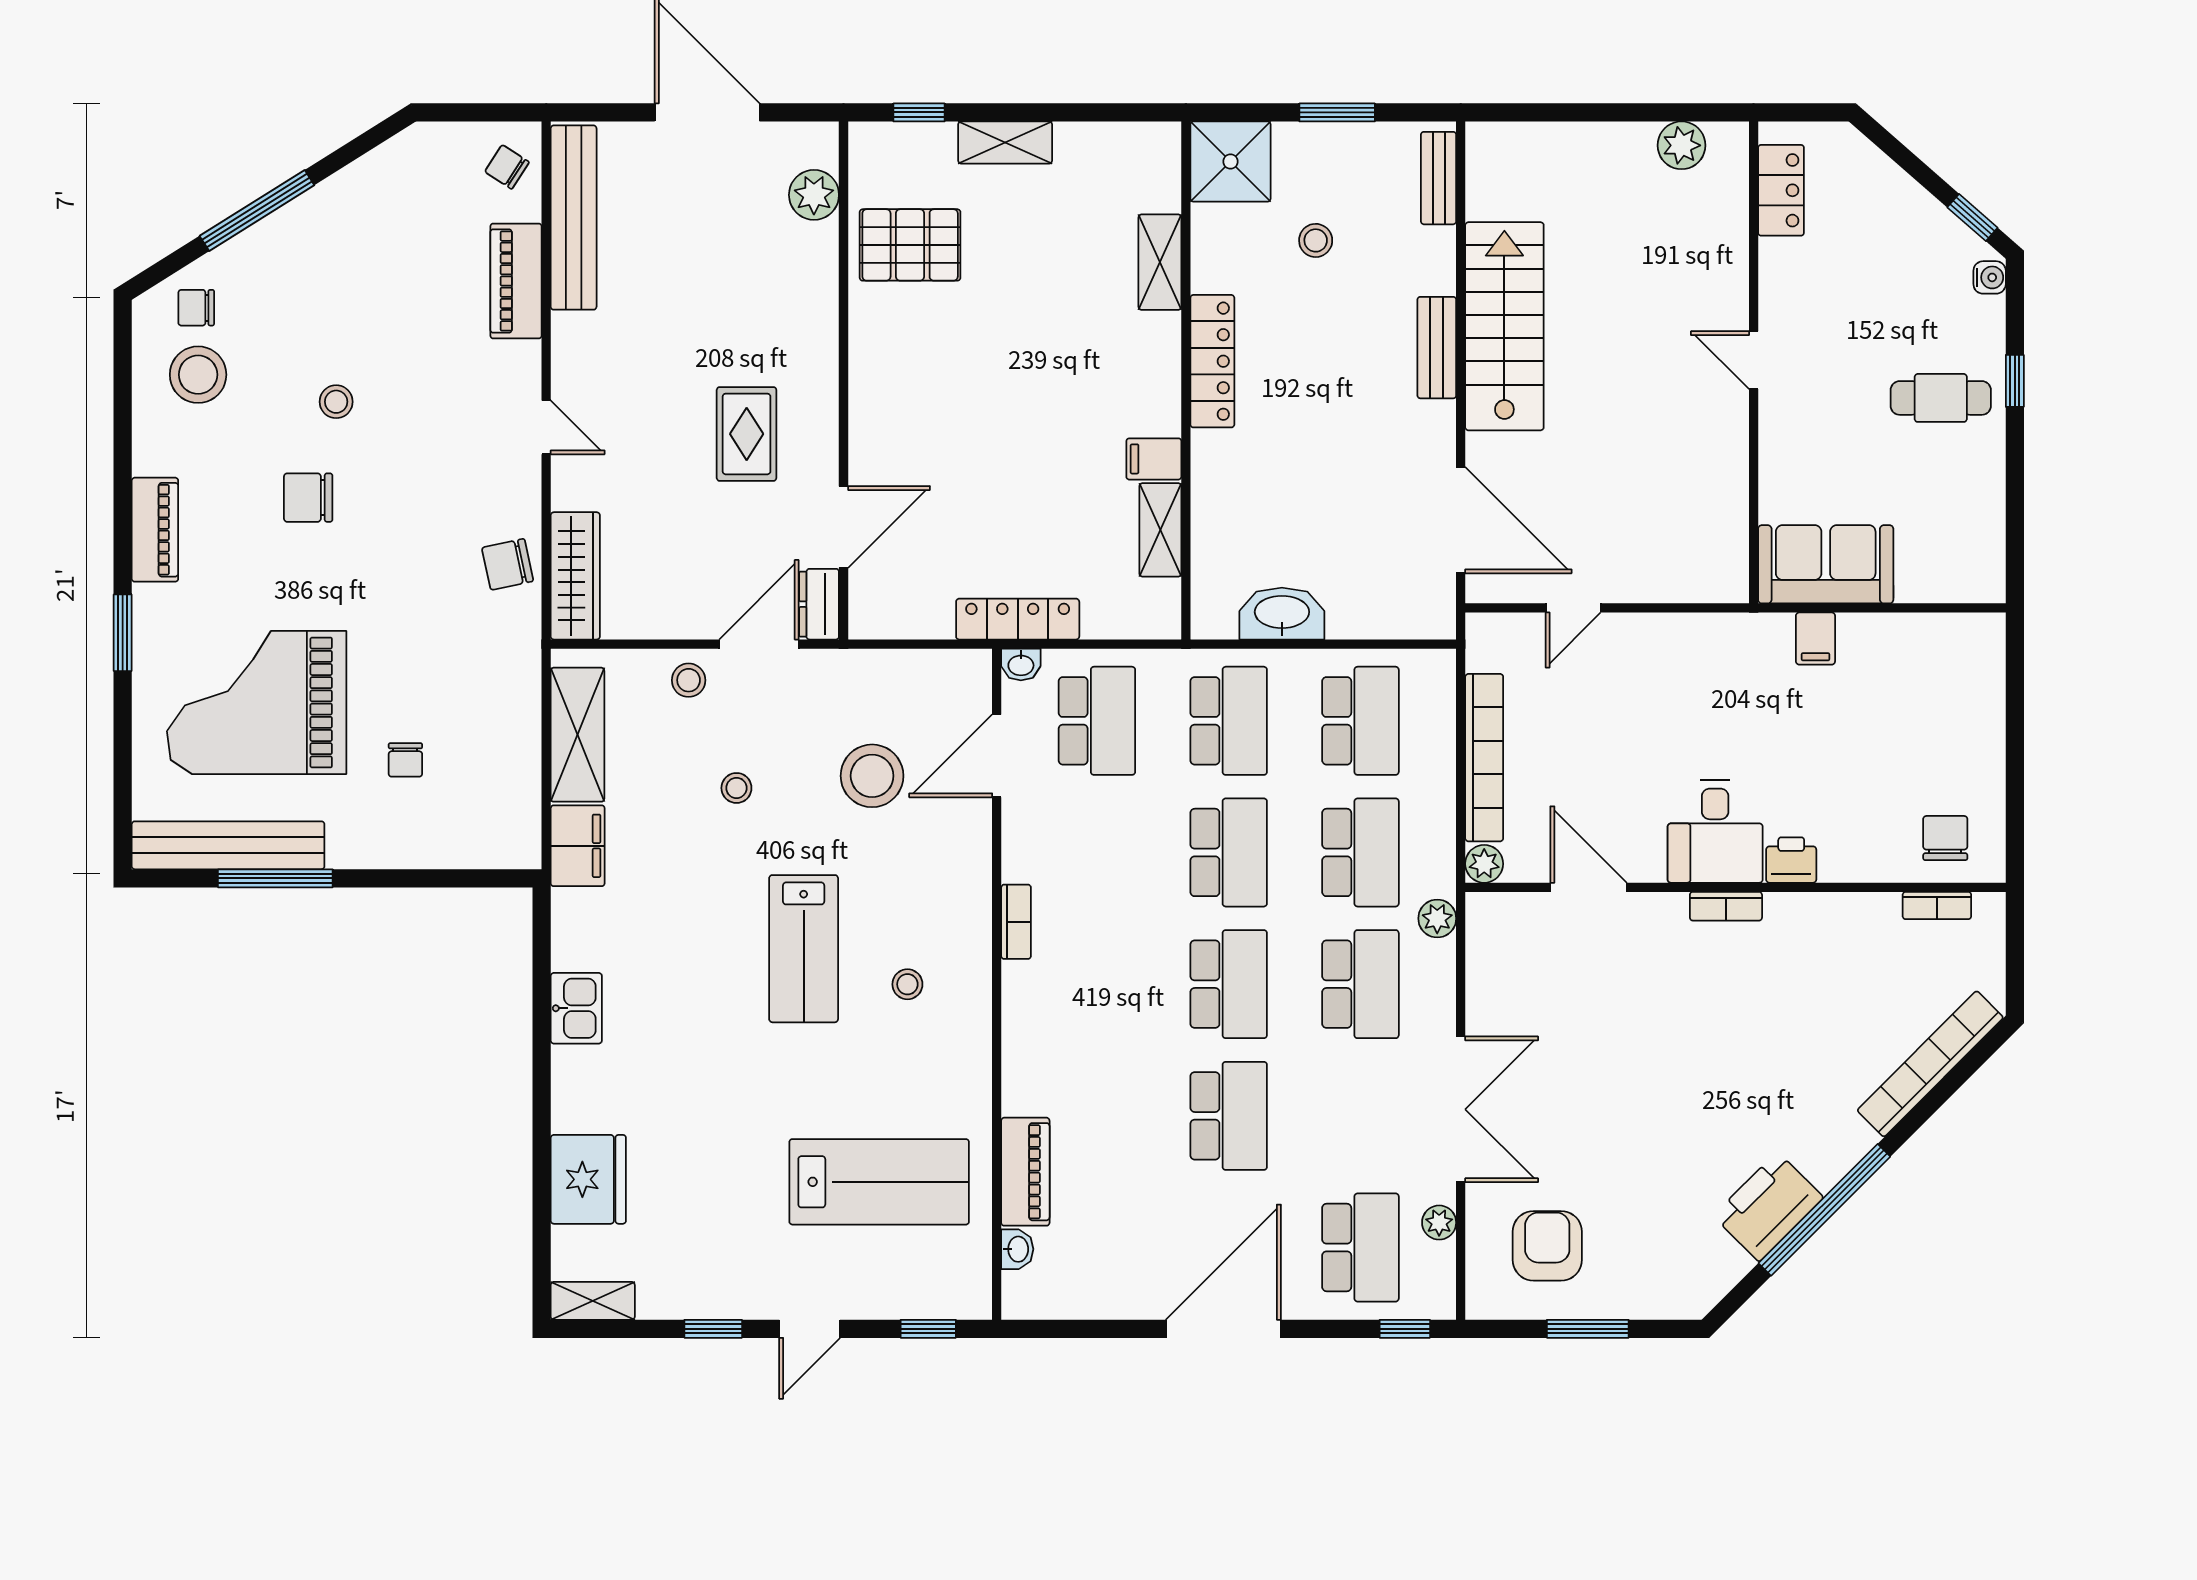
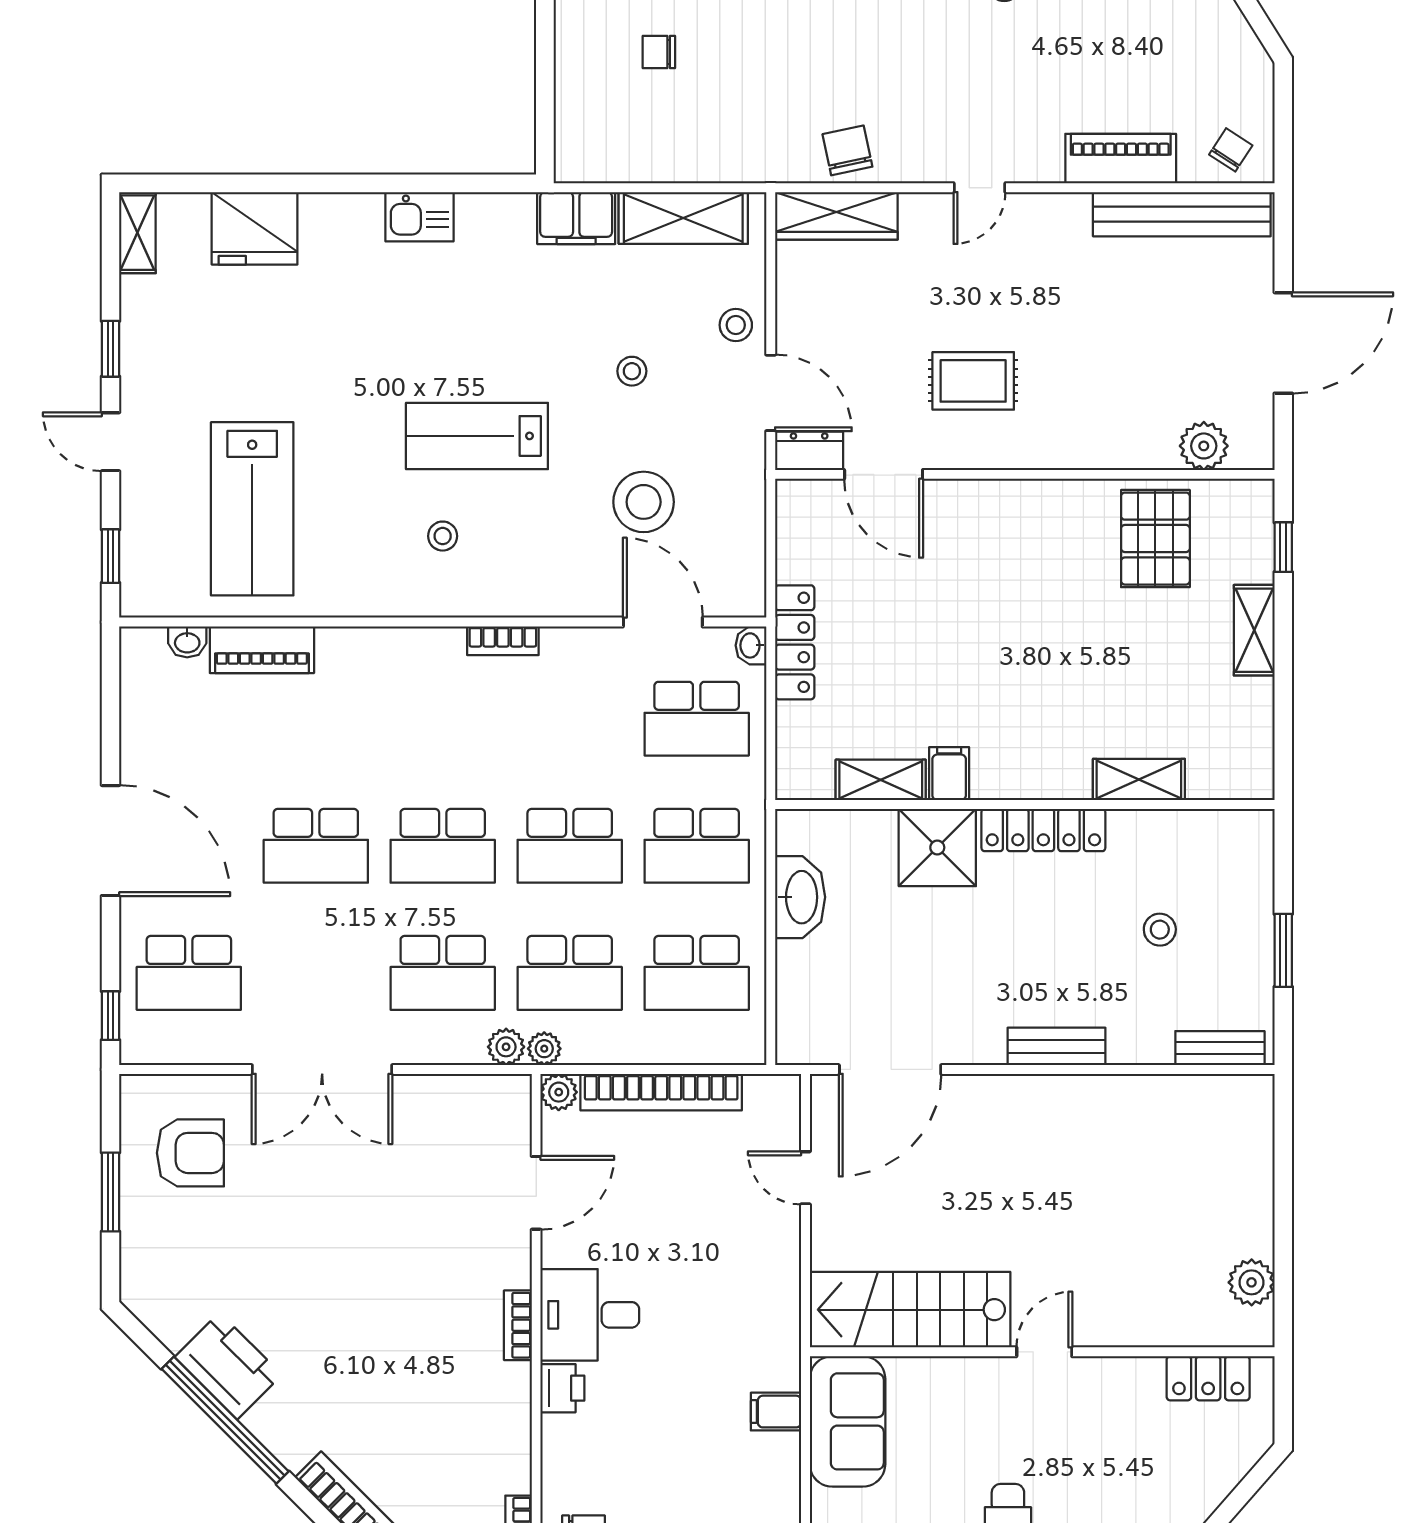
shower: (1230, 162) -> (937, 848), moved
stairs: (1504, 326) -> (910, 1310), moved, turned 180
plant: (1439, 1223) -> (544, 1049), moved

